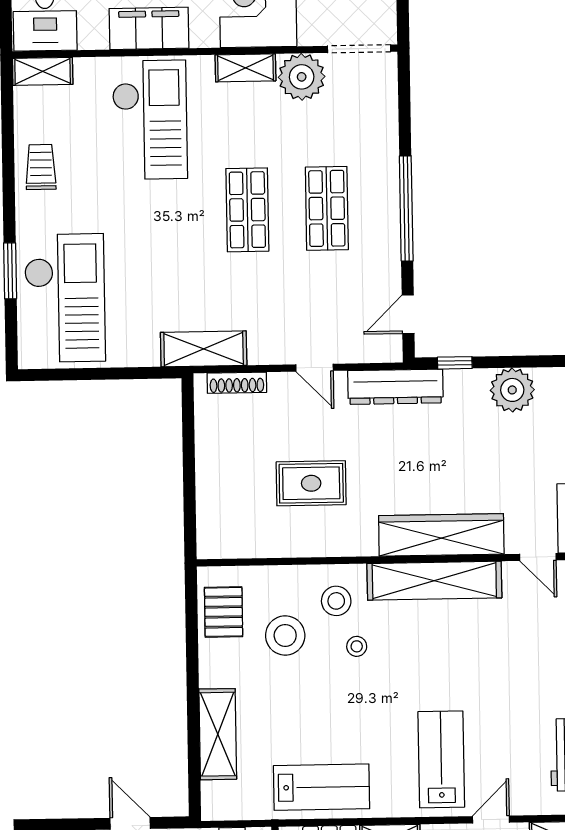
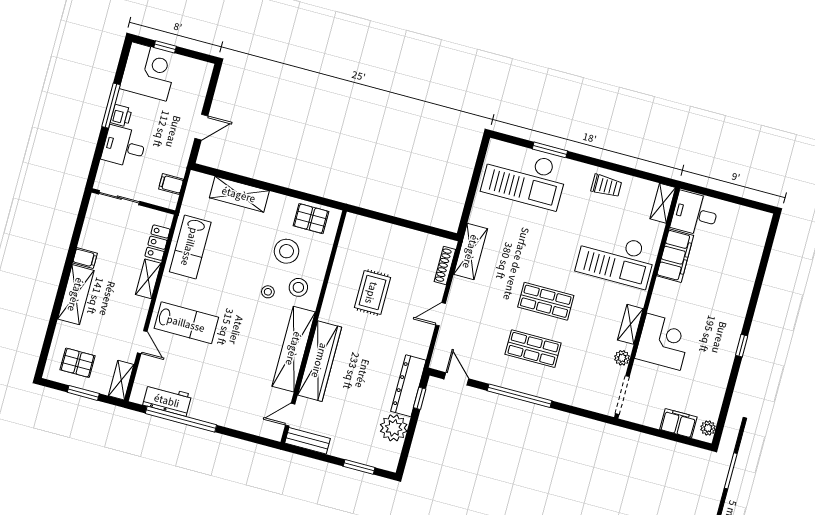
filing cabinet: (149, 28) -> (675, 256), moved
plant: (302, 77) -> (622, 358), width x0.53, depth x0.53
dresser: (395, 387) -> (408, 386), moved

